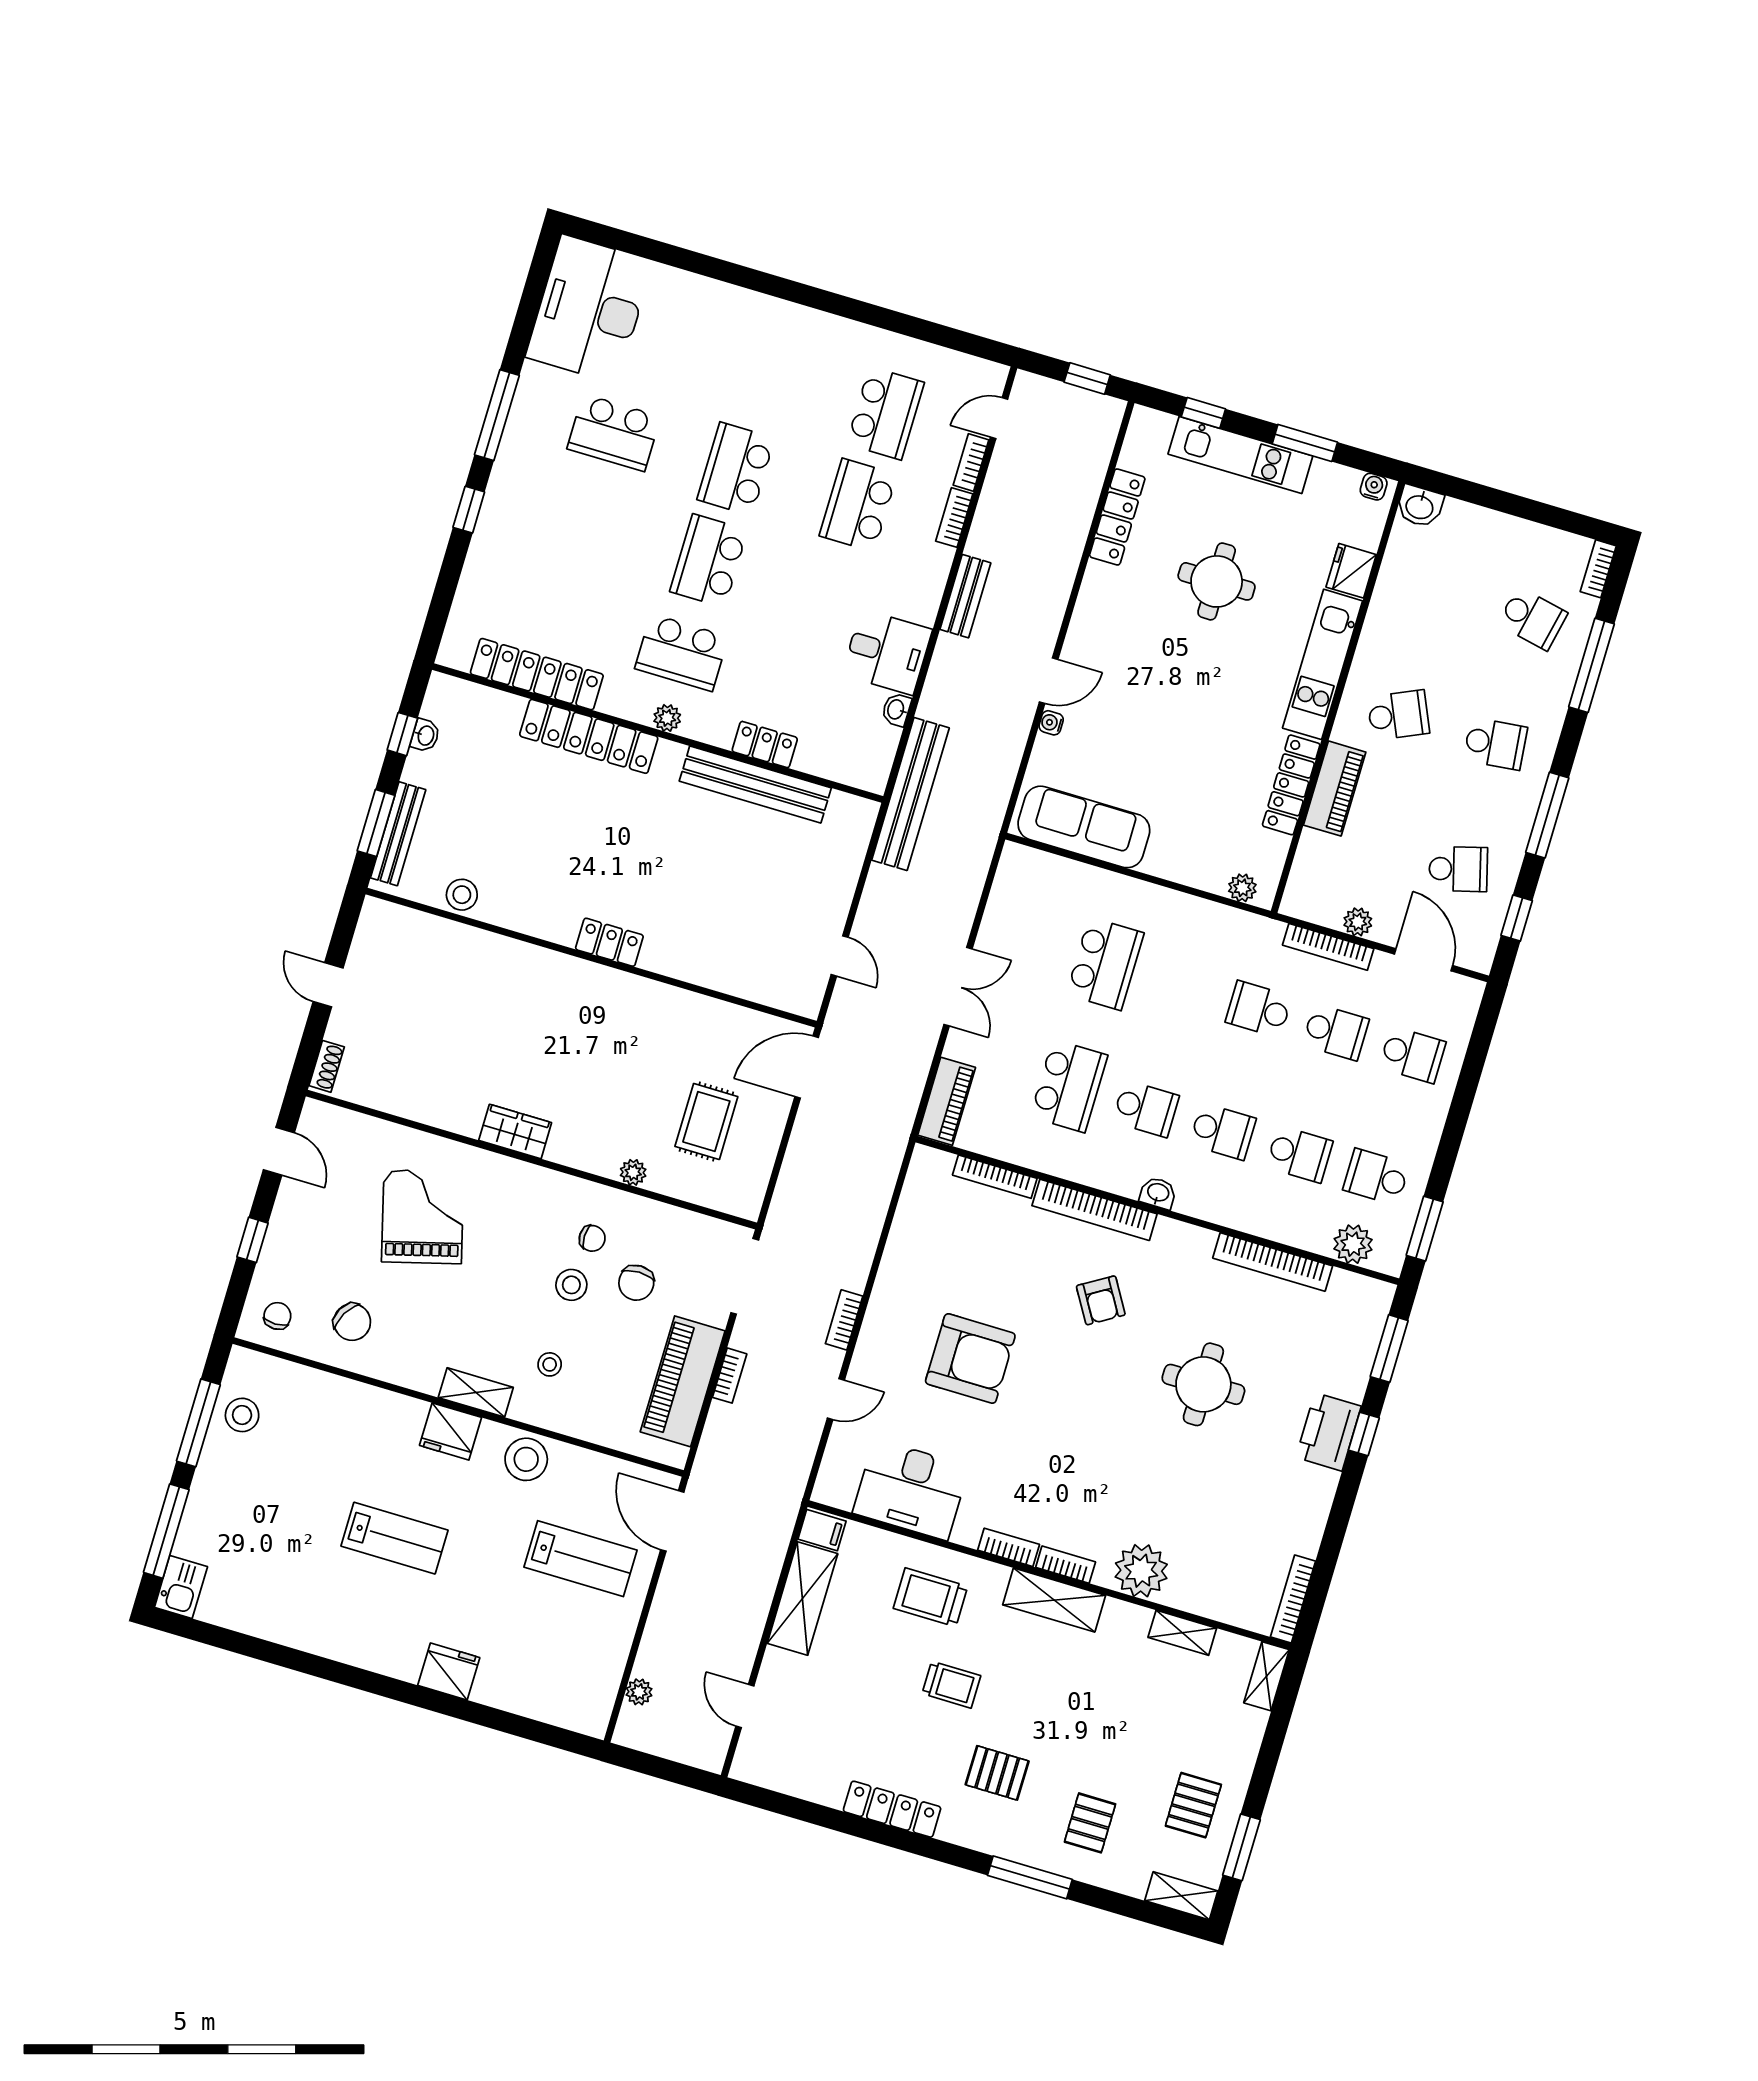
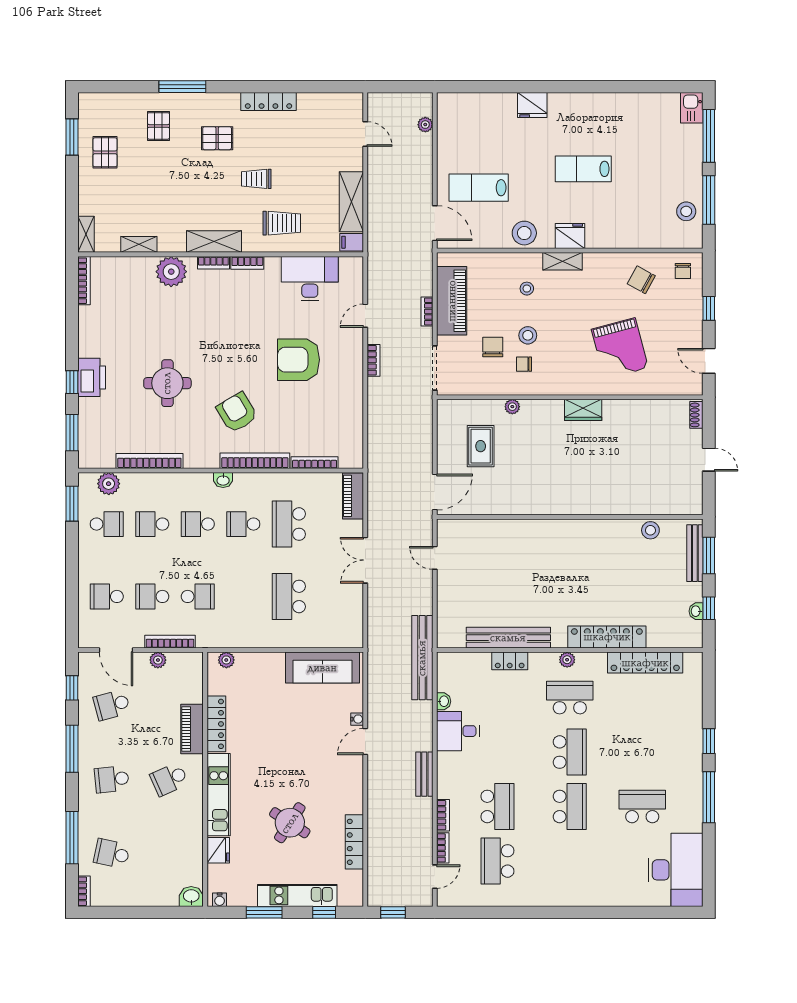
round table: (1217, 581) -> (290, 823), turned 33
locker: (609, 942) -> (562, 528), removed
armchair: (1101, 1300) -> (237, 412), width x1.38, depth x1.38
shelving: (1181, 1896) -> (97, 101), removed

